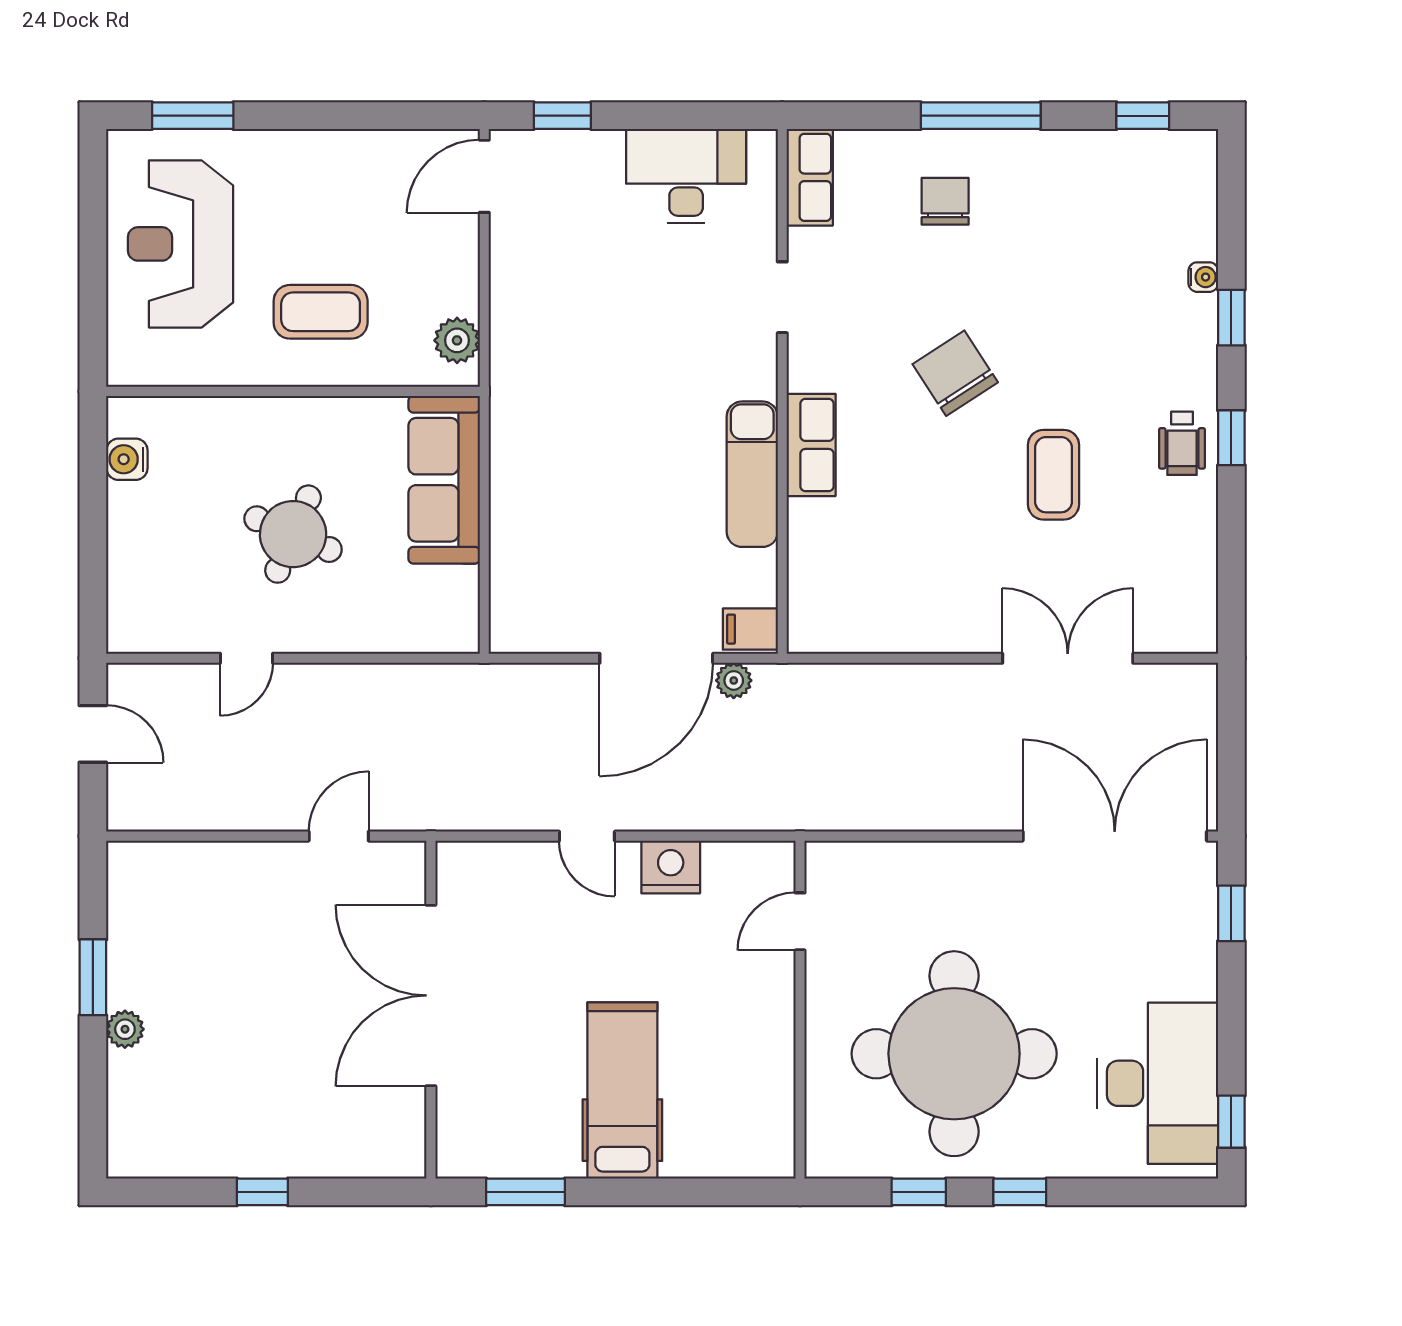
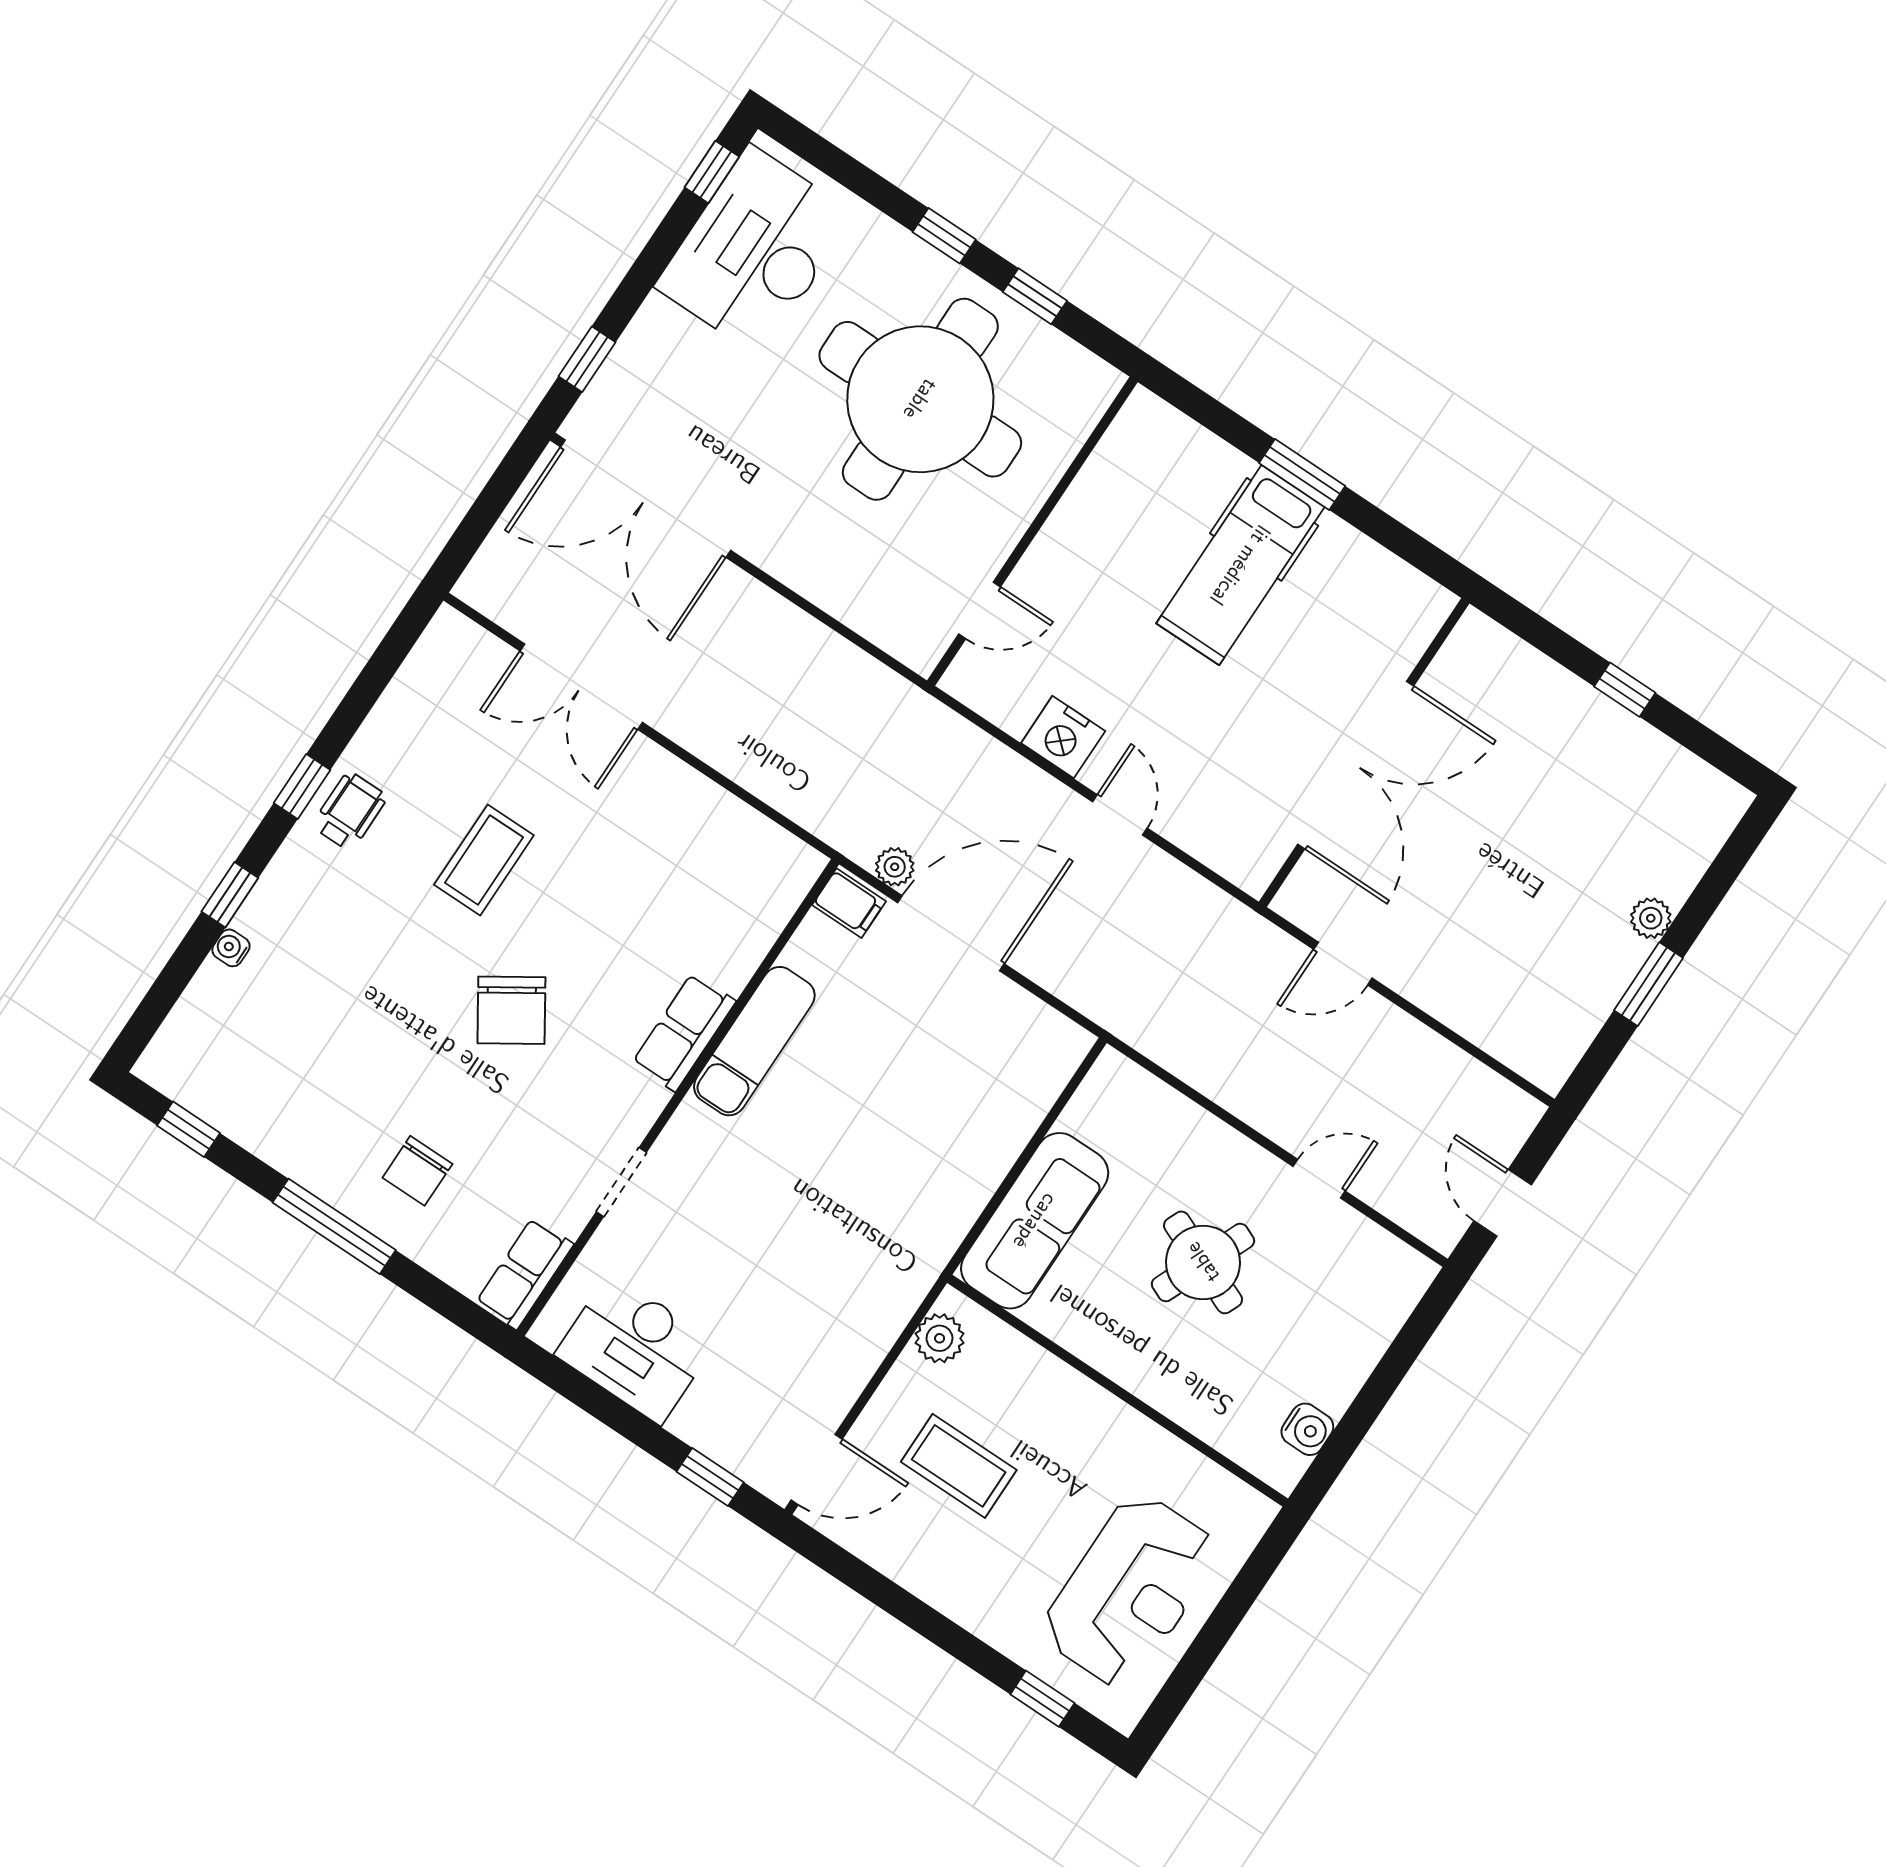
window: (193, 116) -> (1042, 1699), width x0.67
coffee table: (321, 312) -> (959, 1466), moved
window: (526, 1192) -> (1302, 475), moved

